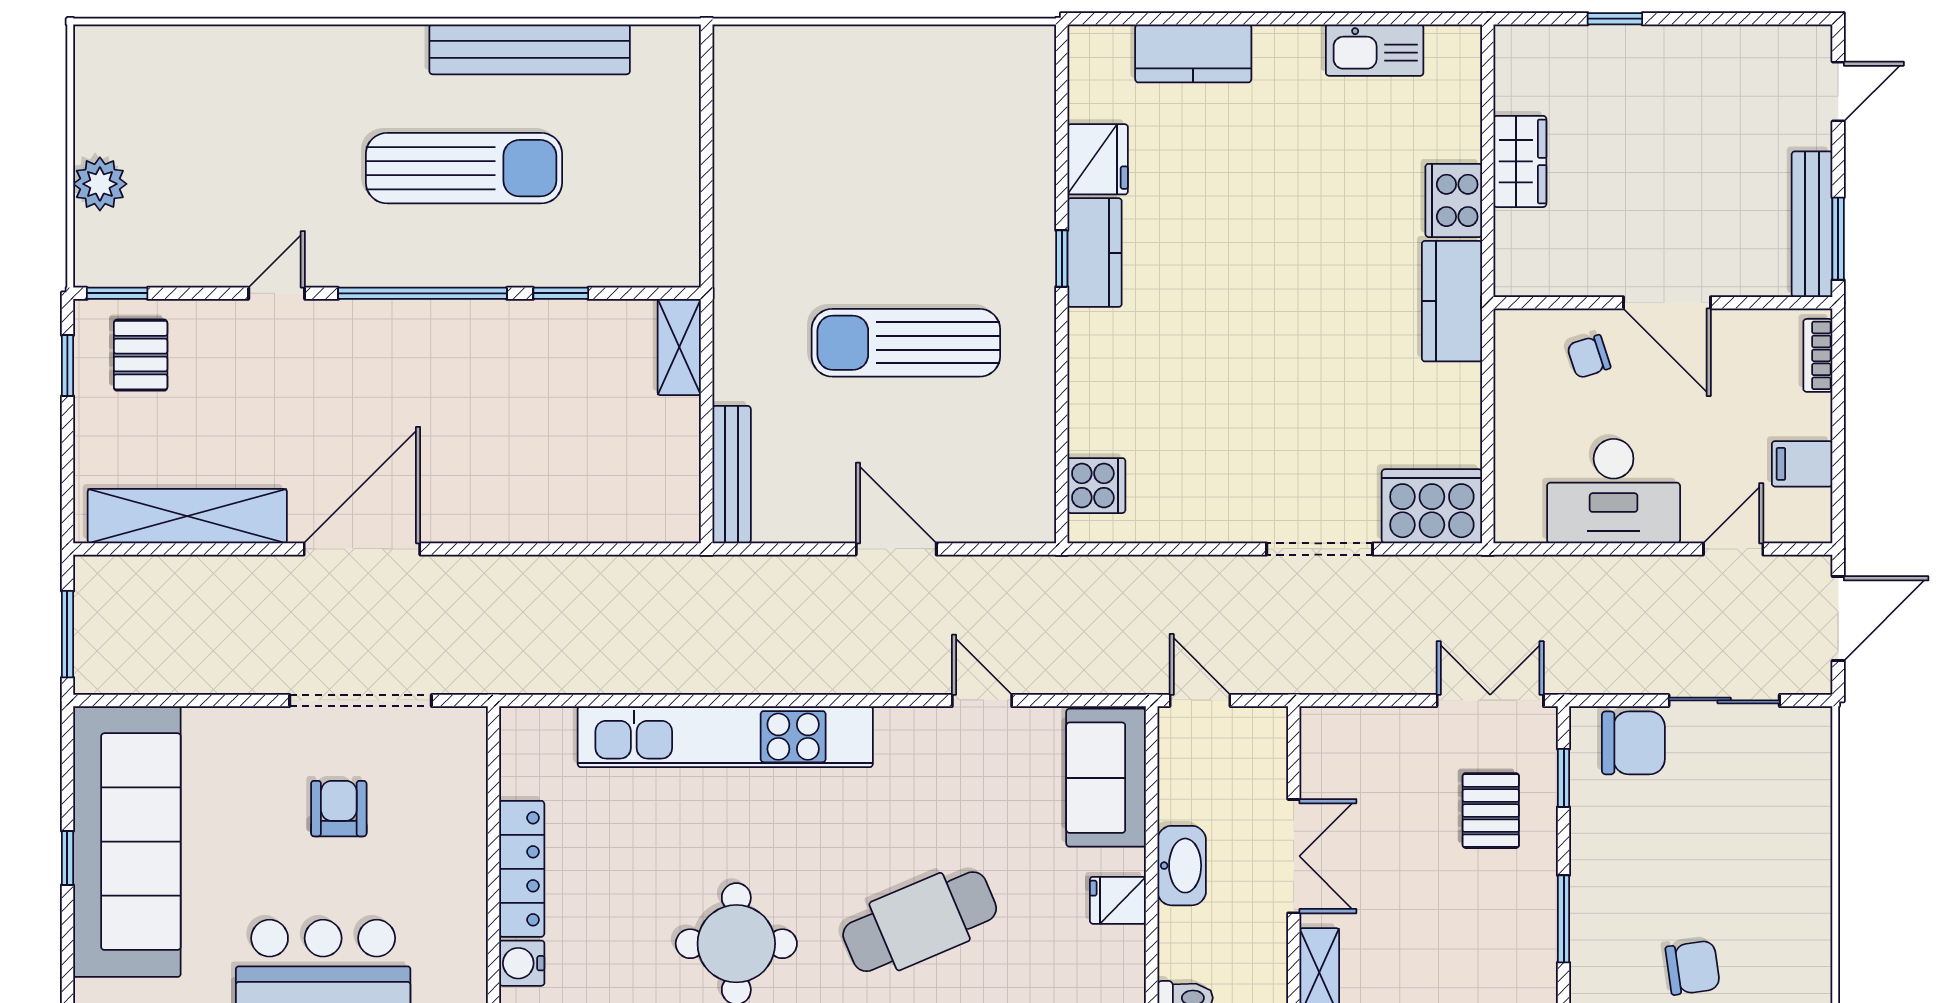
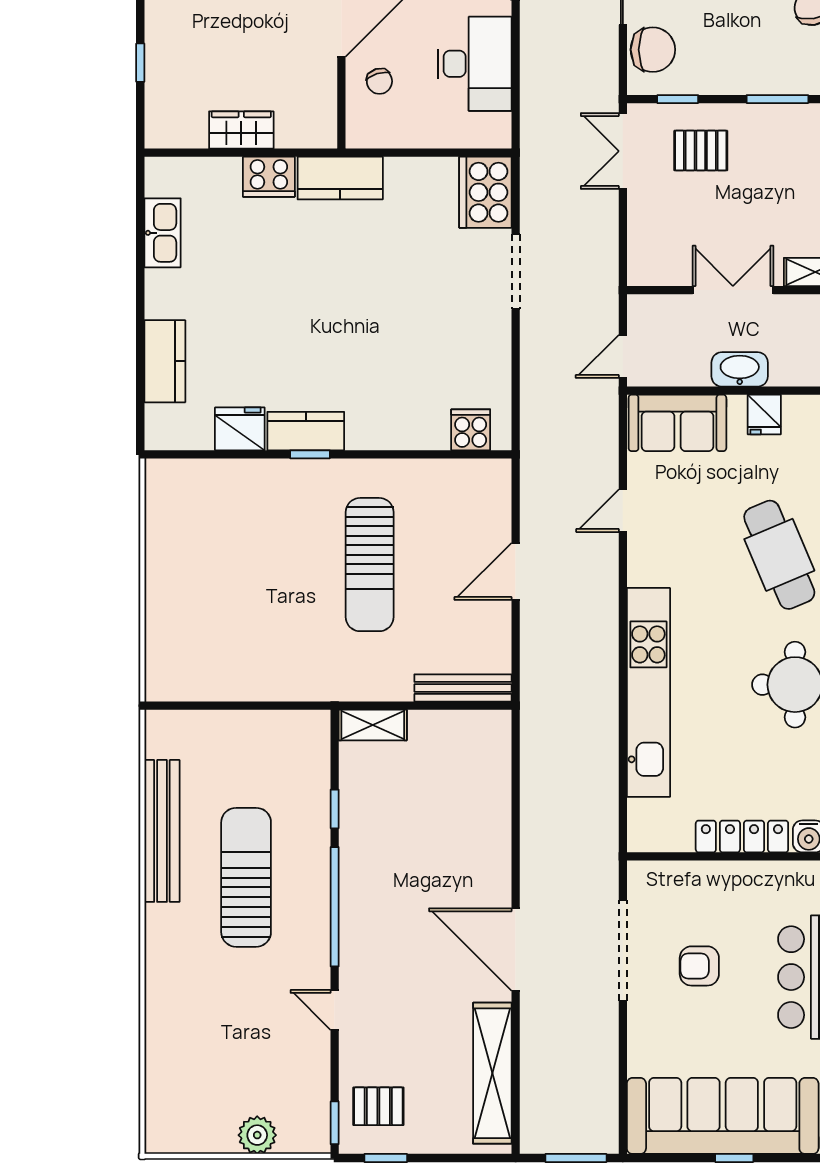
chair: (1633, 743) -> (653, 50), turned 90

